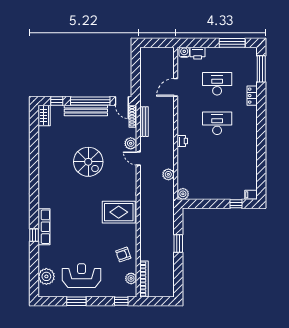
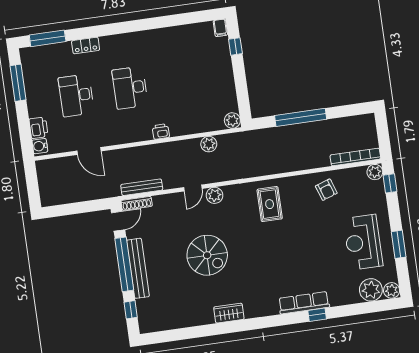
wardrobe: (44, 116) -> (229, 313), moved
plant: (131, 143) -> (215, 195), moved
spiral stairs: (88, 162) -> (207, 255), turned 90
rug: (119, 212) -> (270, 204), width x0.73, depth x0.70
window: (178, 243) -> (301, 117), width x2.11
plant: (131, 278) -> (375, 172), moved
plant: (44, 291) -> (392, 290), added

